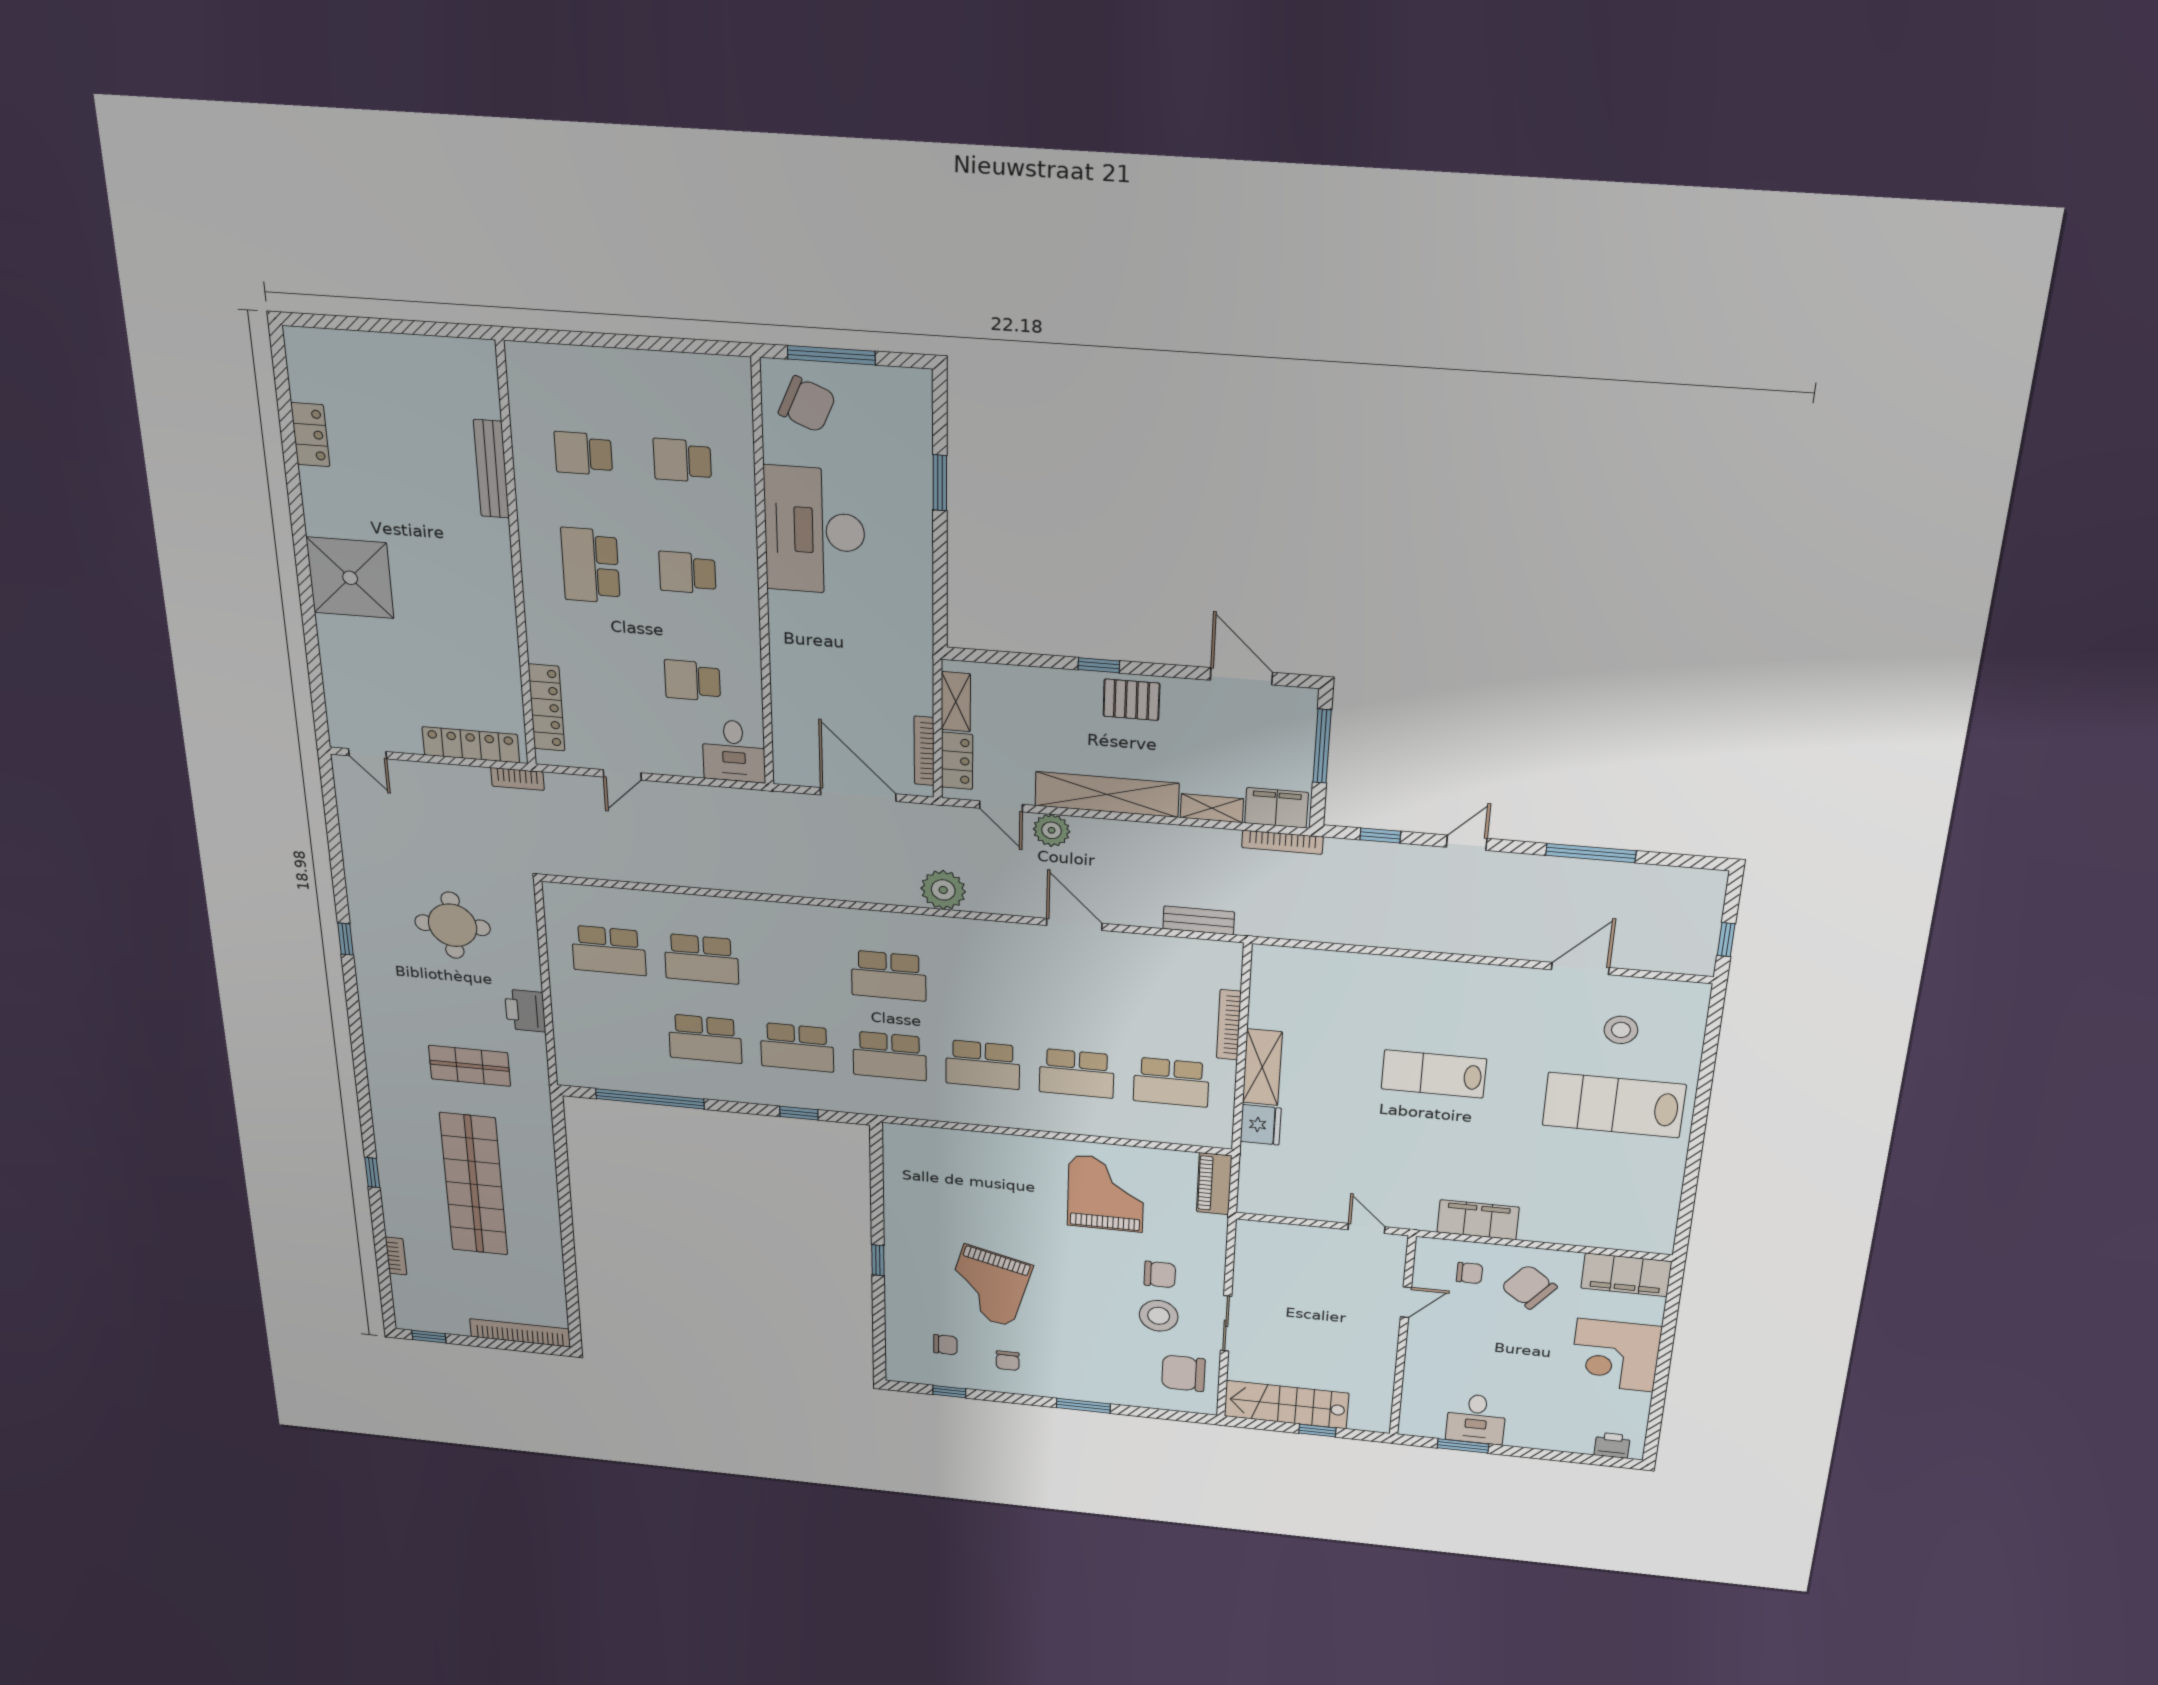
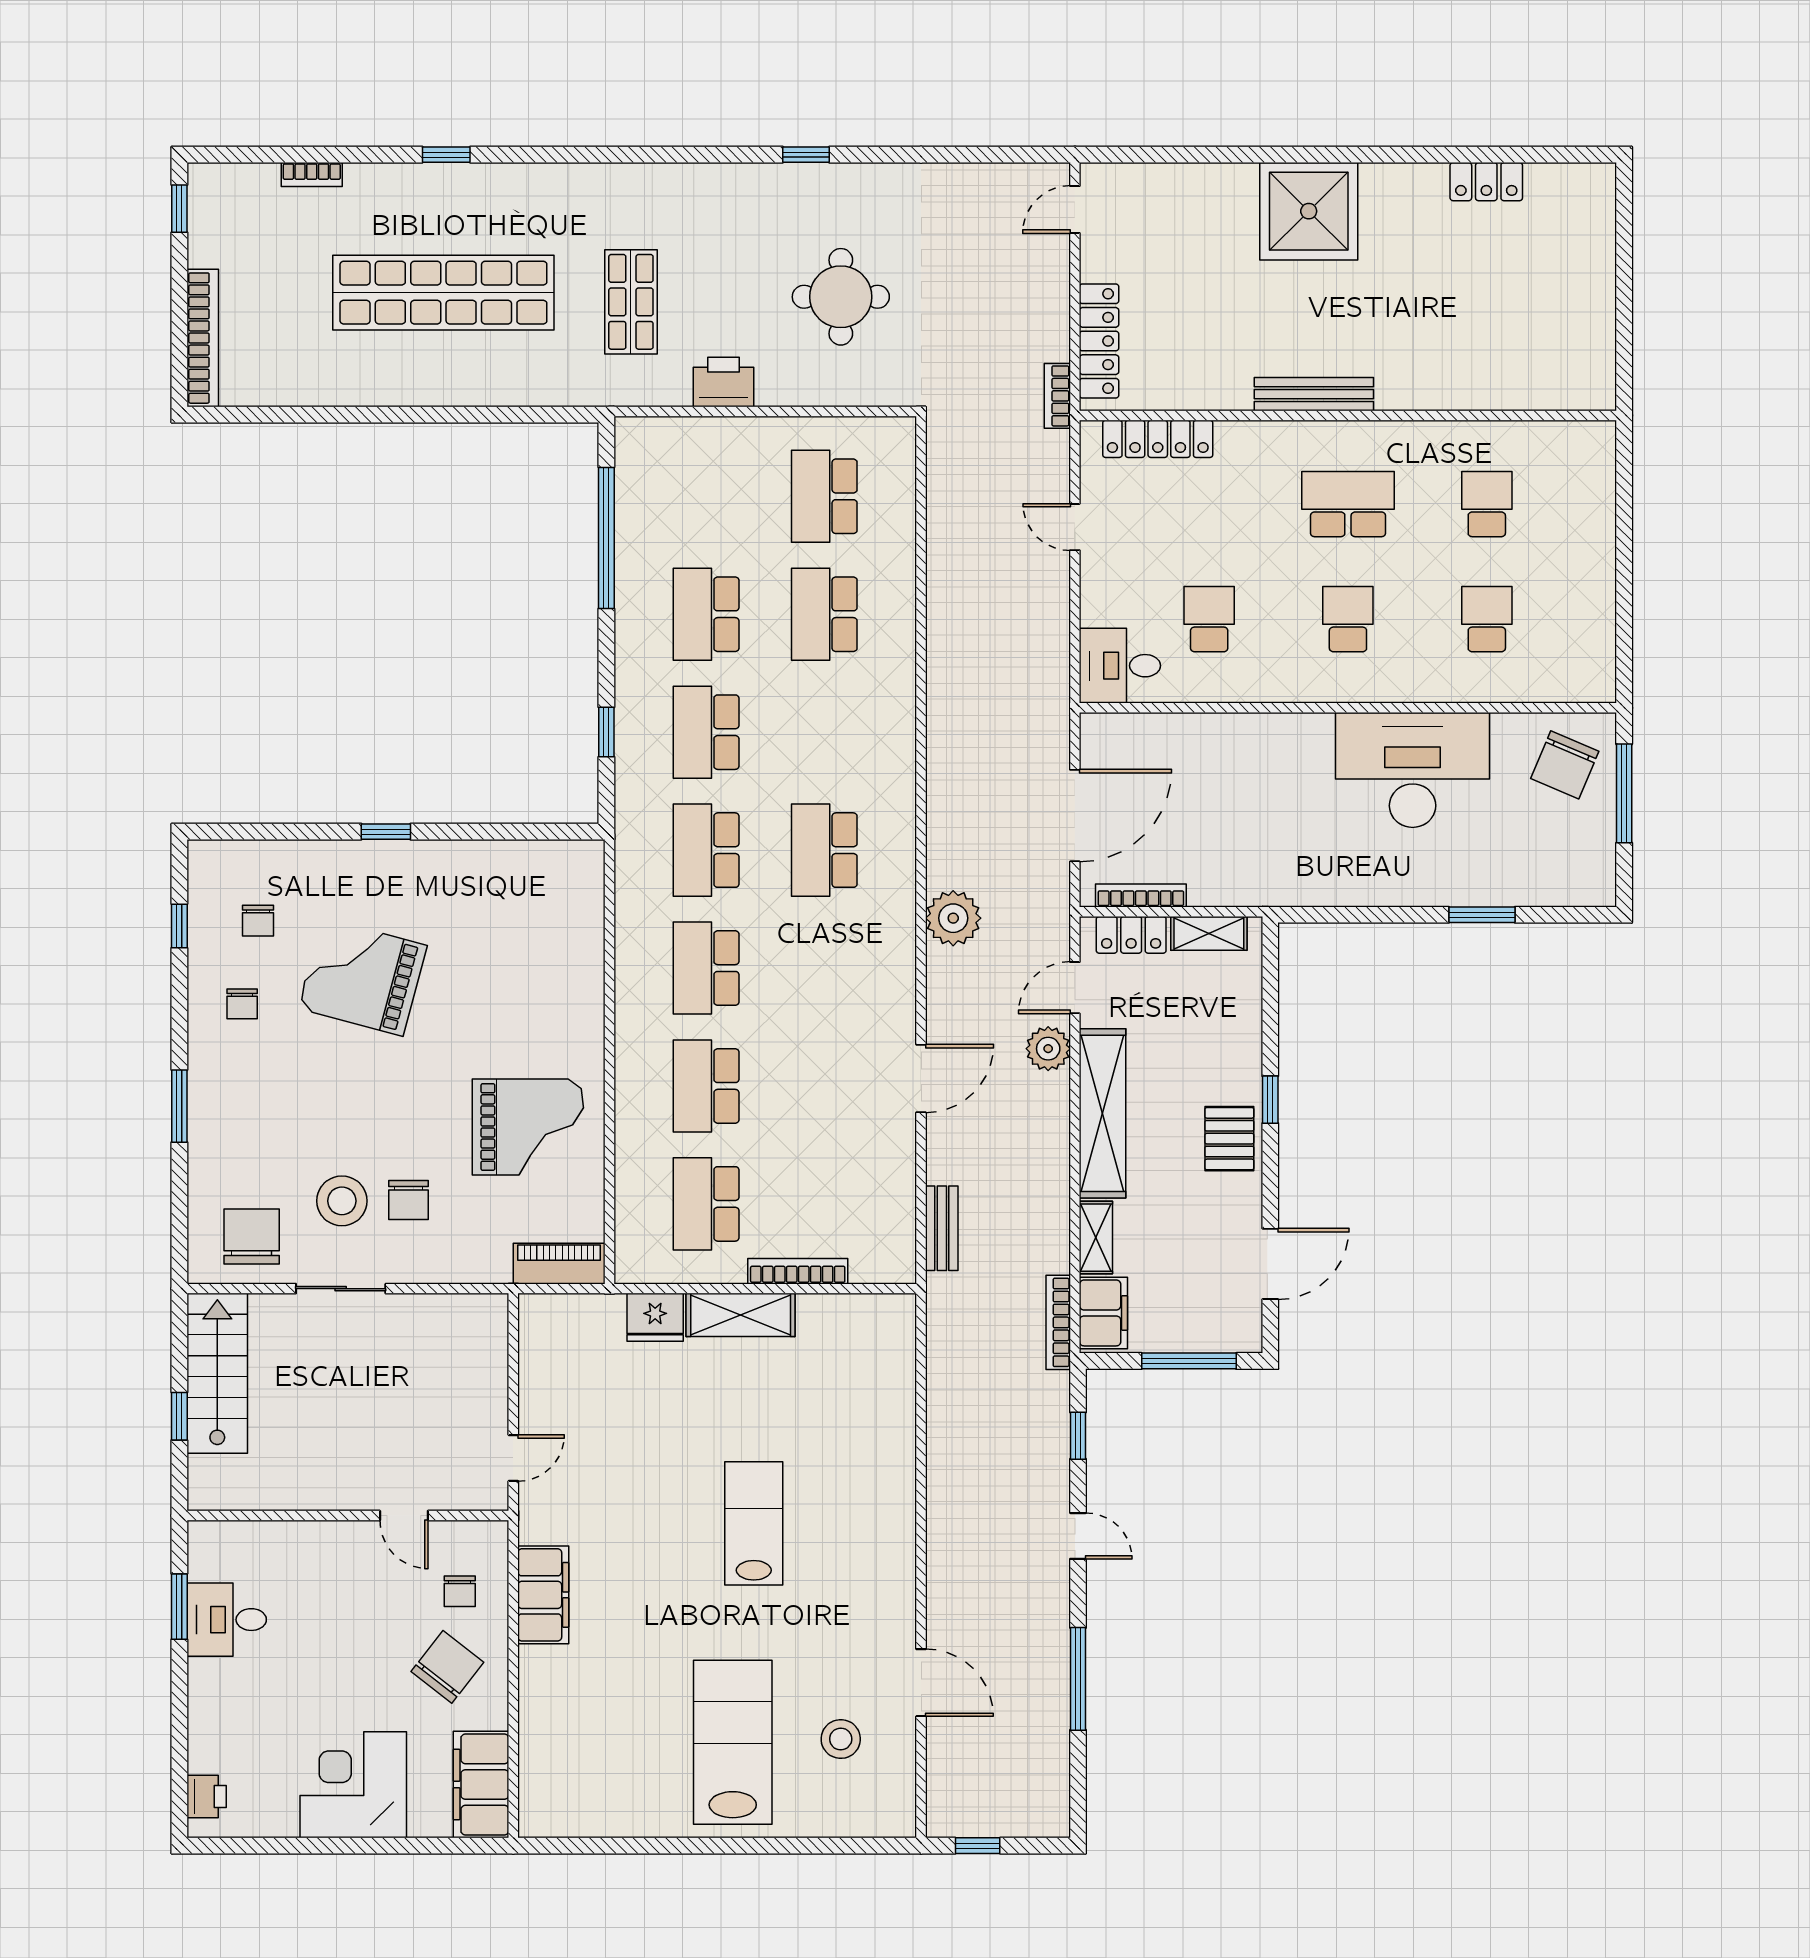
bench: (491, 469) -> (1314, 394), moved
chair: (1008, 1361) -> (242, 1004), turned -90

